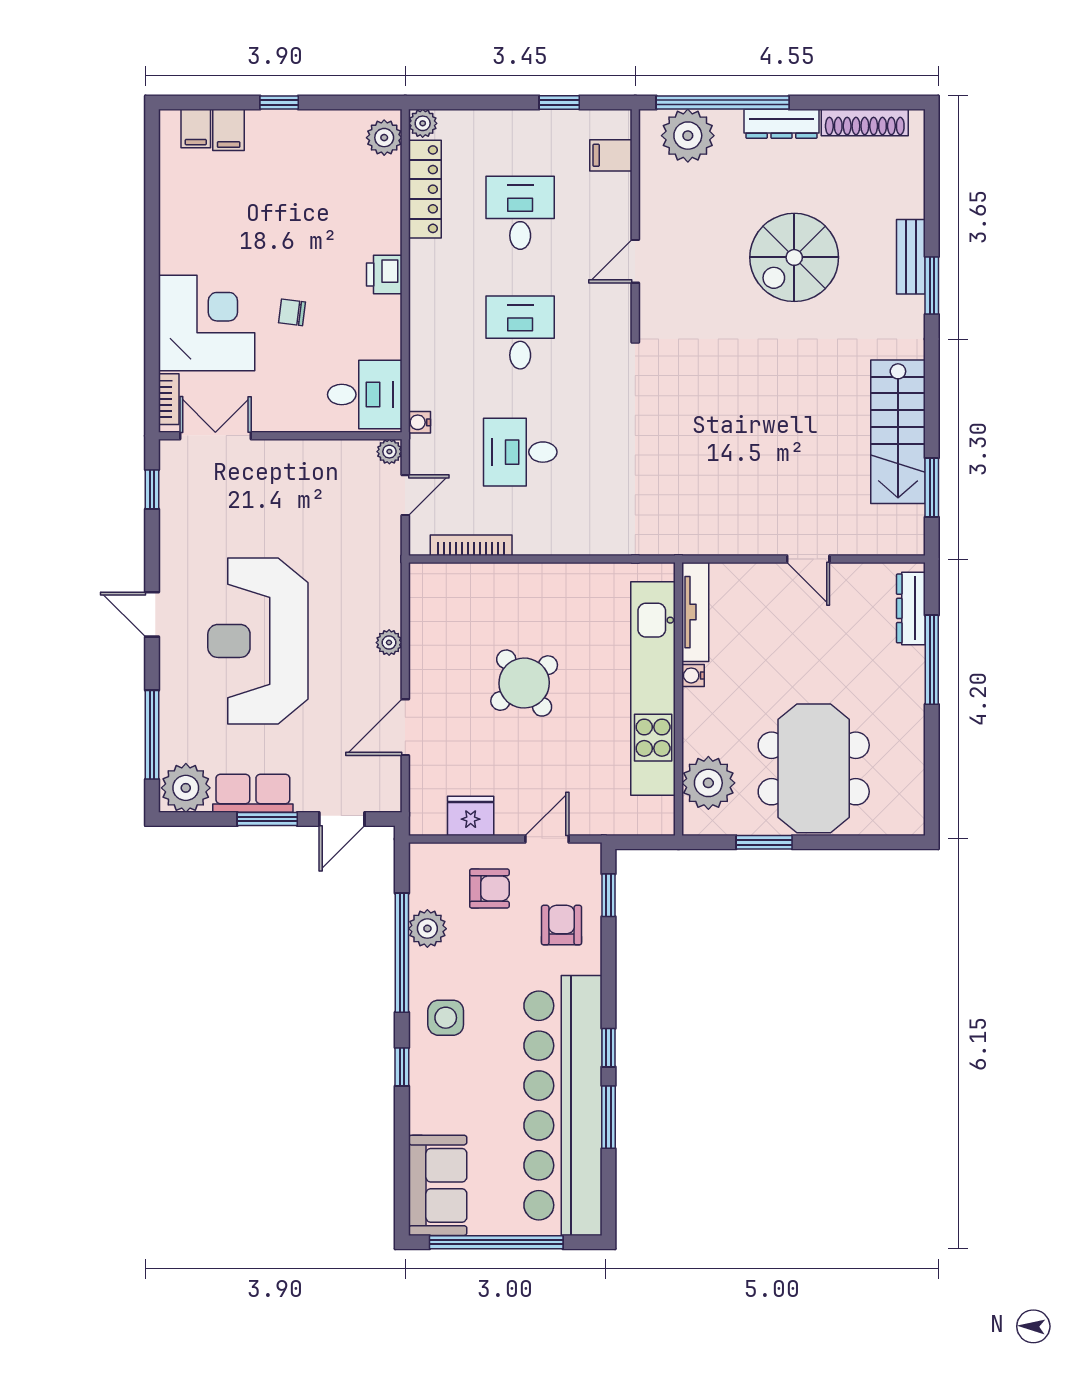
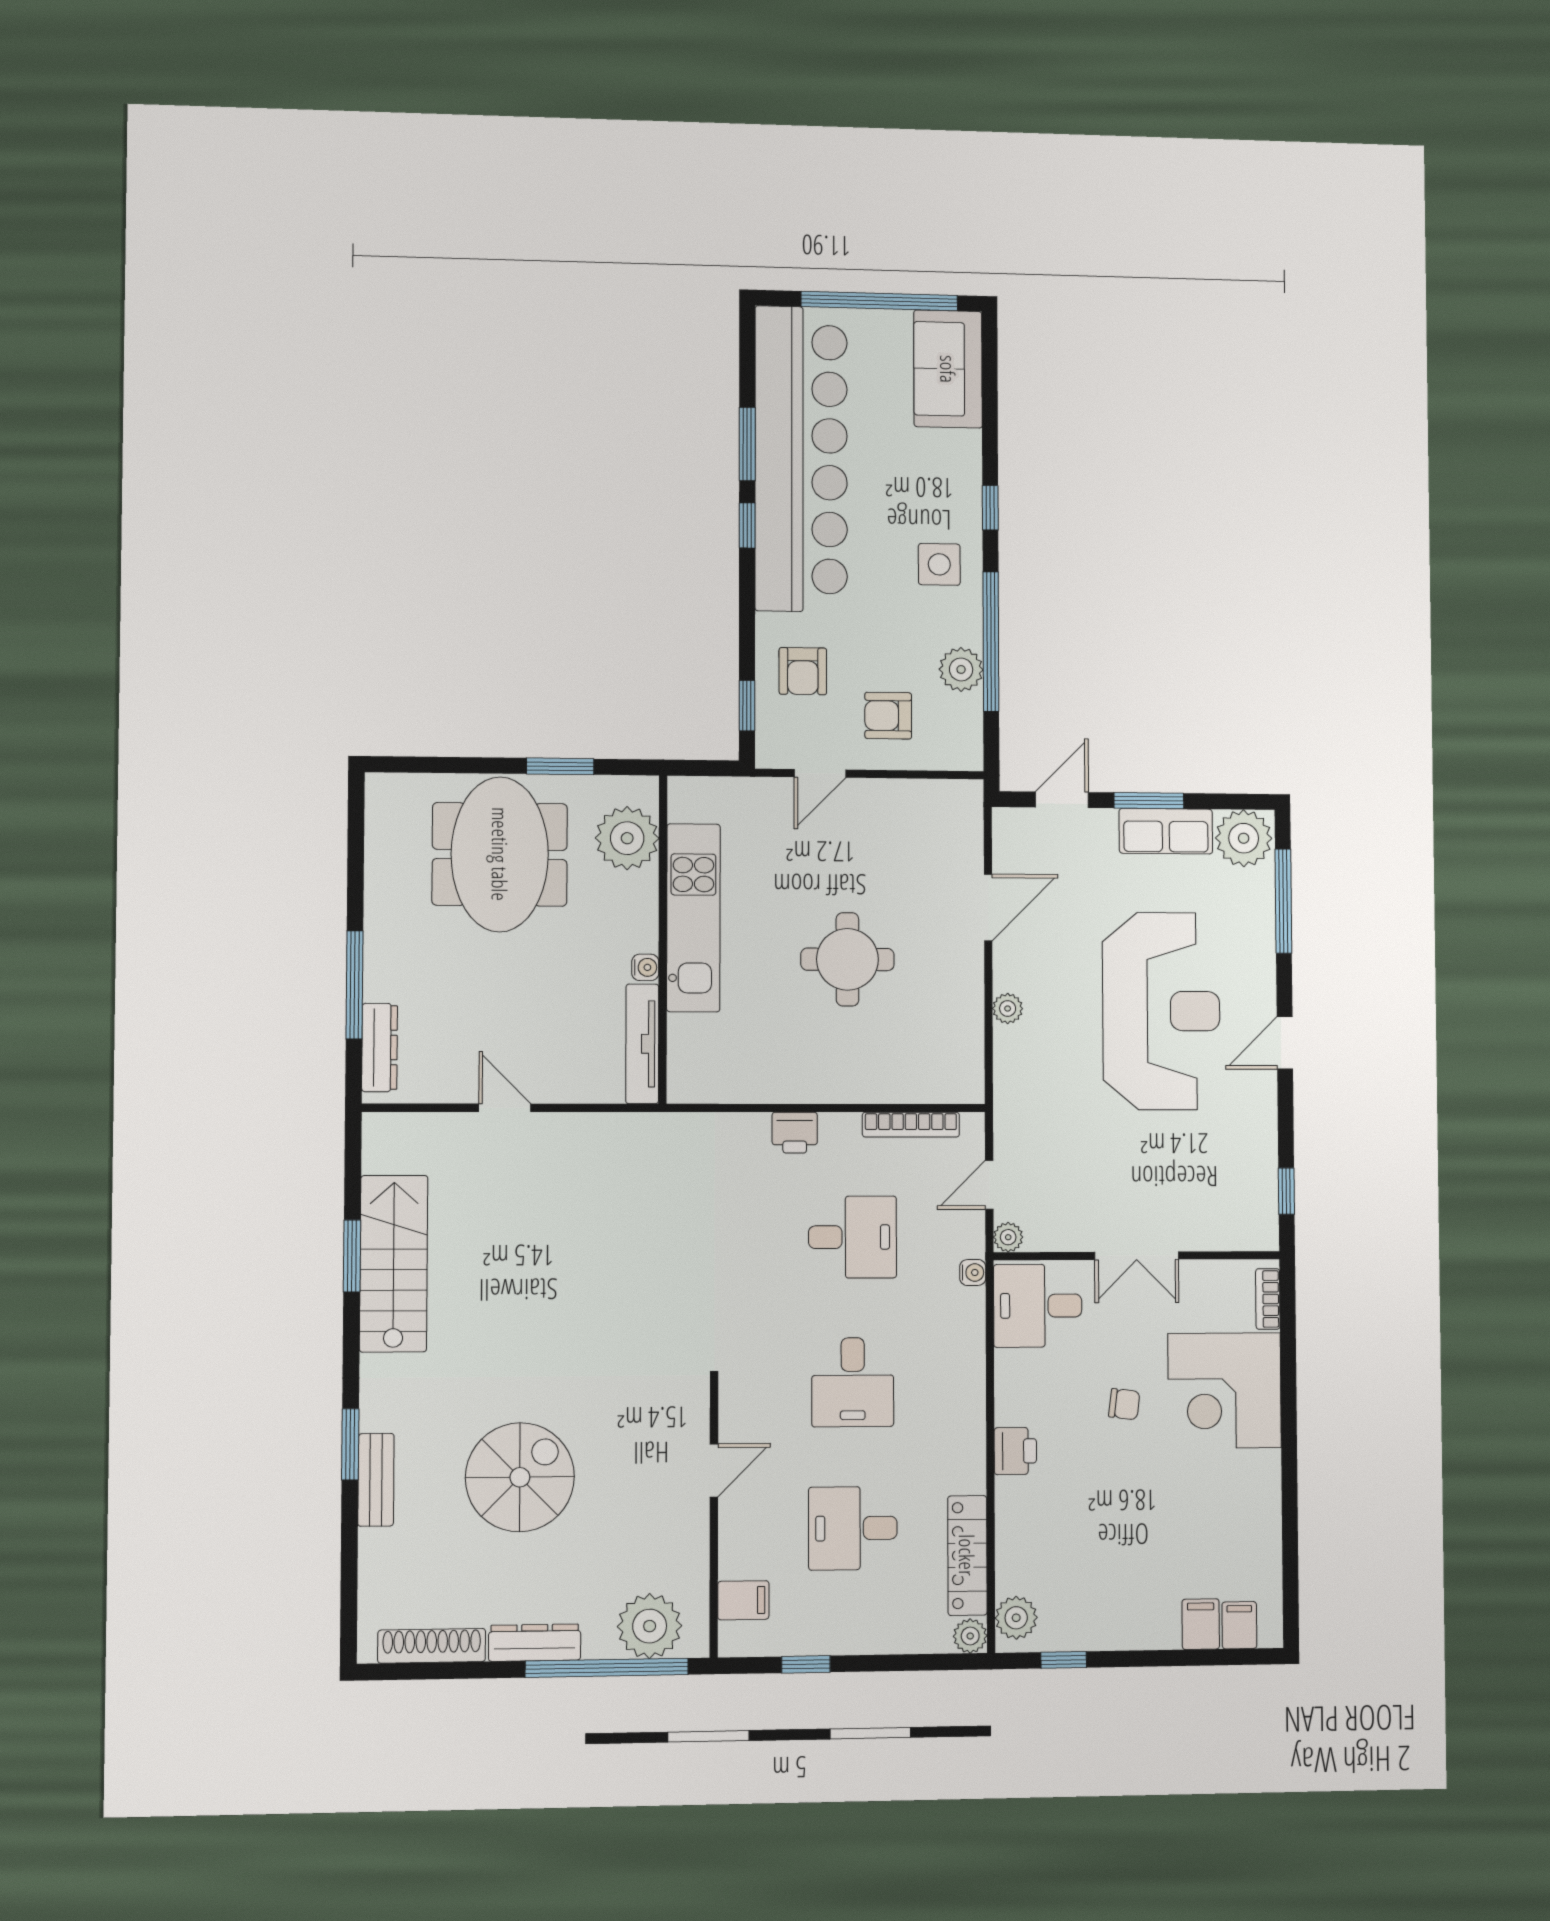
window: (279, 102) -> (1064, 1660), moved
desk: (520, 213) -> (853, 1528), turned 90
double door: (215, 436) -> (1137, 1256), moved
window: (932, 487) -> (352, 1256), moved
printer: (568, 539) -> (795, 1133), added
door: (152, 614) -> (1285, 1043), swing flipped
round table: (524, 683) -> (847, 959), turned 37
kitchen unit: (653, 689) -> (693, 918), width x0.73
fridge: (471, 816) -> (910, 802), removed

